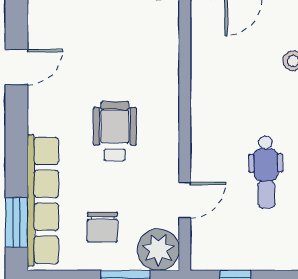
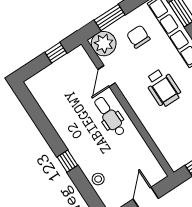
dental chair: (266, 172) -> (110, 116), moved

